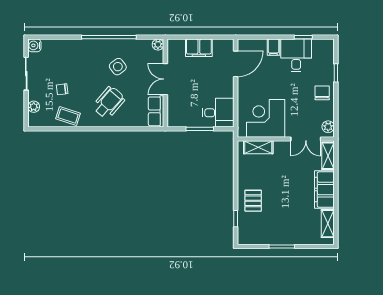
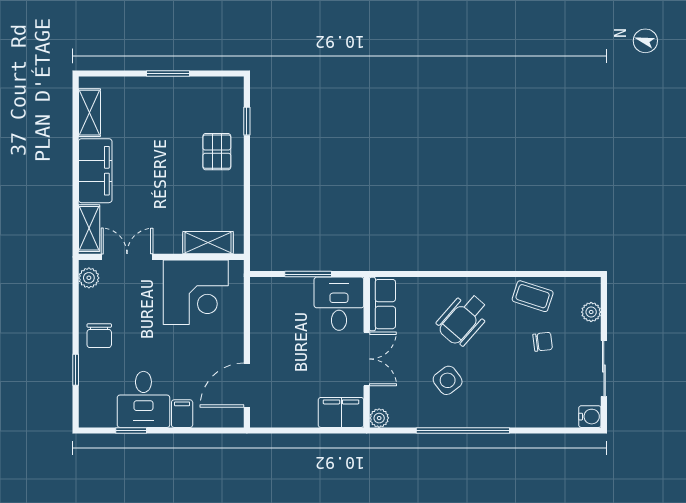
filing cabinet: (199, 48) -> (341, 412), moved
desk: (218, 113) -> (339, 304), moved, turned 90

